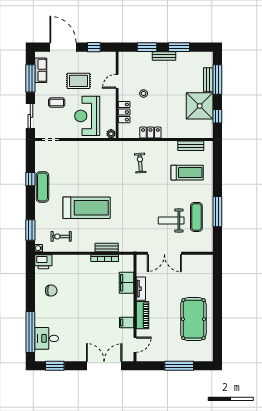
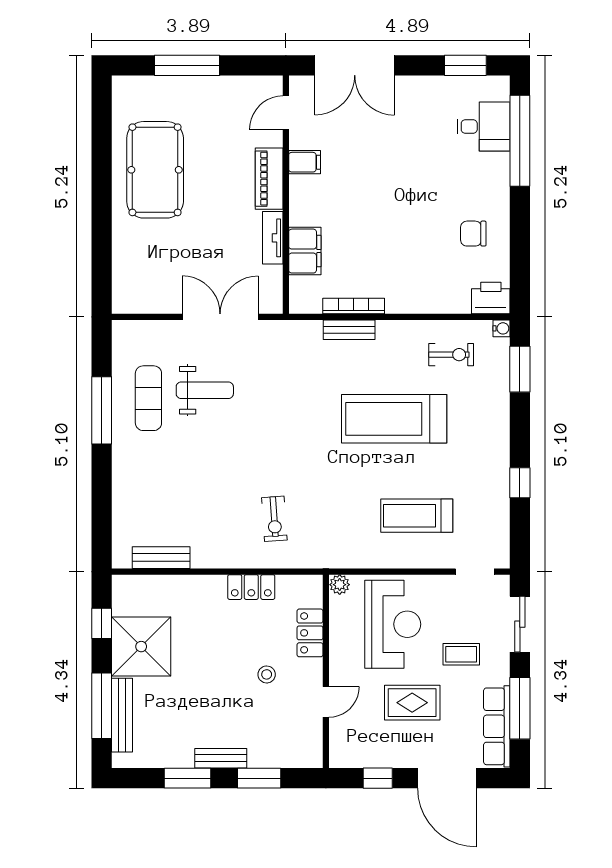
row of seats: (41, 70) -> (497, 726), width x1.48
bench: (208, 80) -> (122, 715), width x1.36
treadmill: (187, 173) -> (417, 516), moved
exercise mat: (42, 187) -> (493, 465), removed

